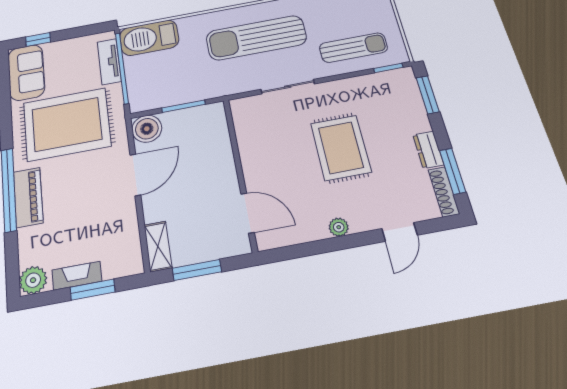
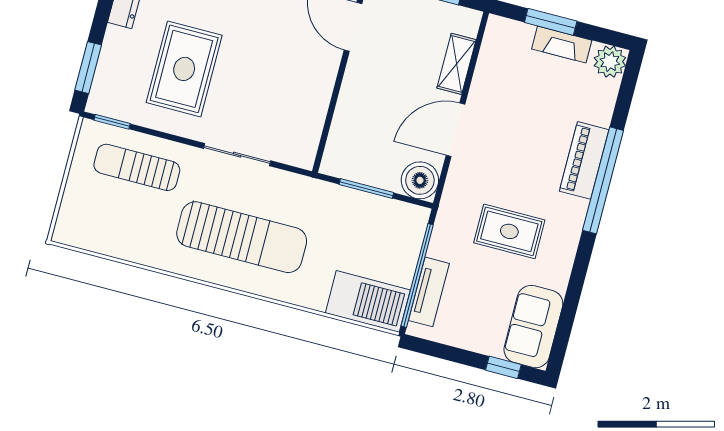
rug: (67, 124) -> (509, 231), width x0.54, depth x0.49
rug: (341, 148) -> (184, 69), moved
shelving: (158, 246) -> (456, 64), moved

